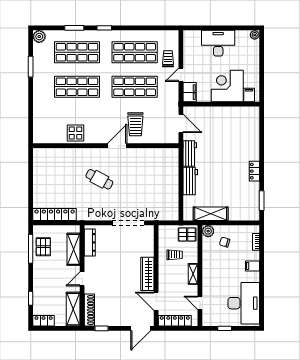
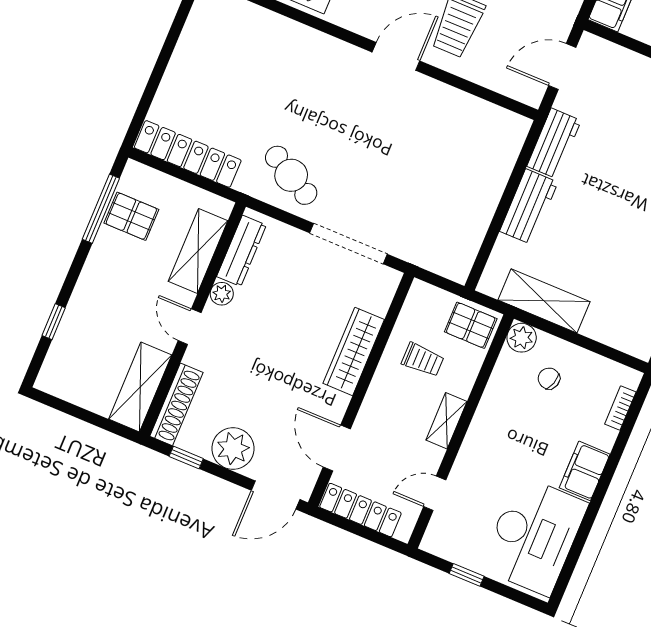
door: (181, 123) -> (562, 67), swing flipped
cafe table: (99, 179) -> (291, 175), moved
pallet: (43, 247) -> (131, 216), turned 90
plant: (89, 262) -> (222, 294), added
filing cabinet: (252, 266) -> (585, 471), width x2.00
wardrobe: (147, 274) -> (354, 351), moved
door: (82, 279) -> (190, 327), hinge flipped
door: (200, 303) -> (435, 493), hinge flipped
plant: (118, 318) -> (233, 449), added
locker: (44, 321) -> (62, 385), removed

